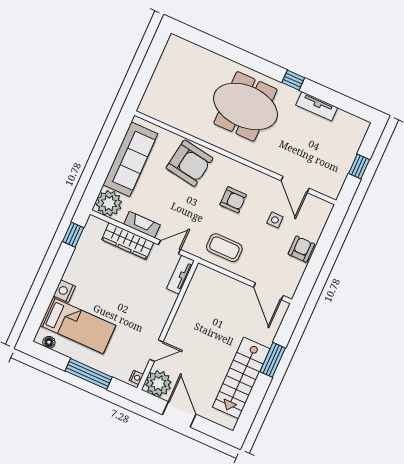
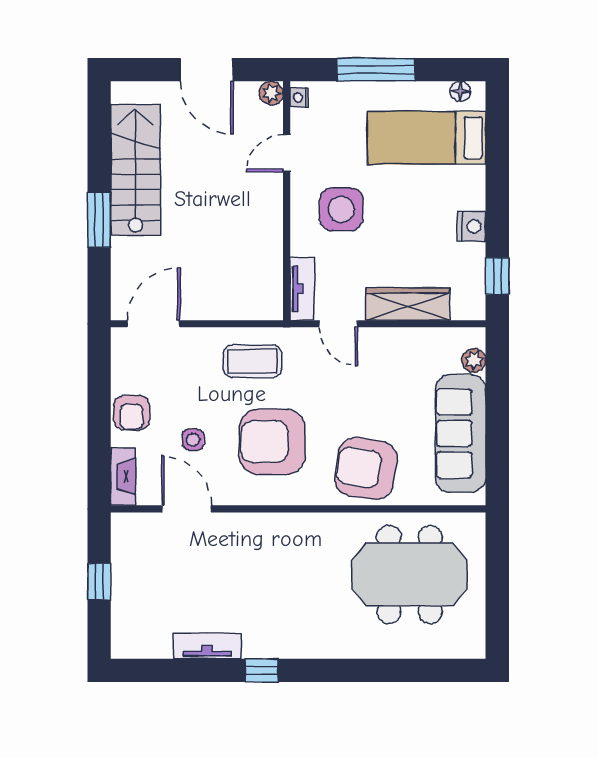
meeting table: (245, 106) -> (410, 574), moved
armchair: (233, 200) -> (272, 442), width x1.88, depth x1.88
plant: (109, 203) -> (474, 360), width x0.53, depth x0.53
fireplace: (142, 225) -> (123, 477), moved, turned -90
door: (170, 247) -> (338, 324), hinge flipped
nightstand: (64, 291) -> (472, 226), moved
door: (268, 291) -> (154, 324), hinge flipped
side table: (141, 308) -> (341, 209), added
plant: (158, 383) -> (271, 93), width x0.53, depth x0.53

